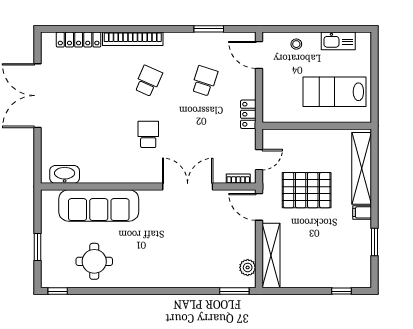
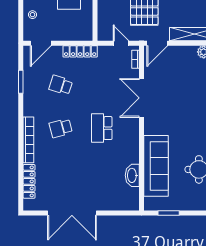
school desk: (148, 81) -> (61, 128), turned -39
locker: (248, 114) -> (80, 51), width x1.53
school desk: (148, 134) -> (102, 128), width x1.85
washbasin: (65, 174) -> (132, 175), moved
window: (37, 247) -> (169, 213), moved

